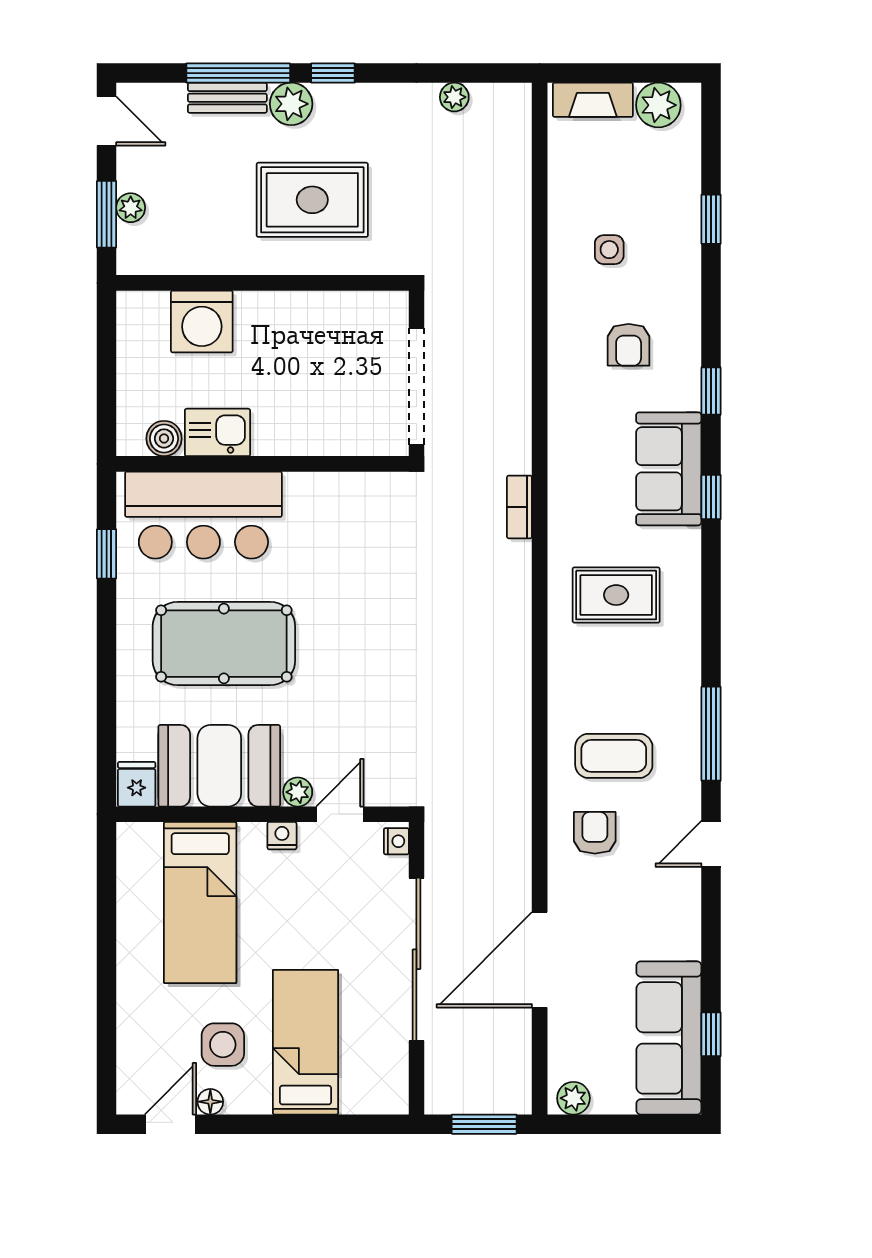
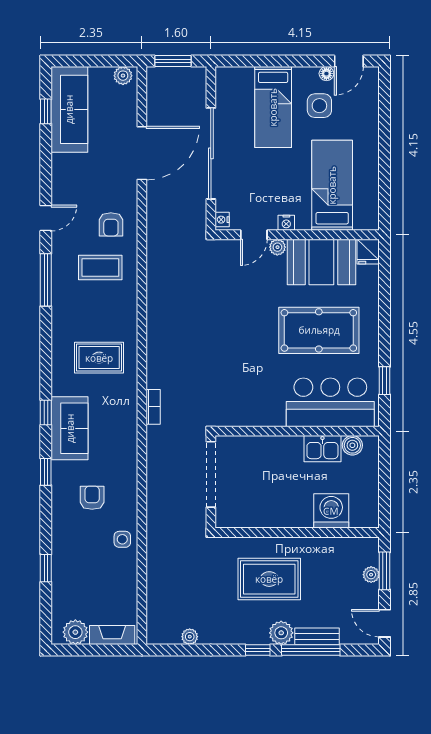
side table: (609, 250) -> (122, 539), moved

